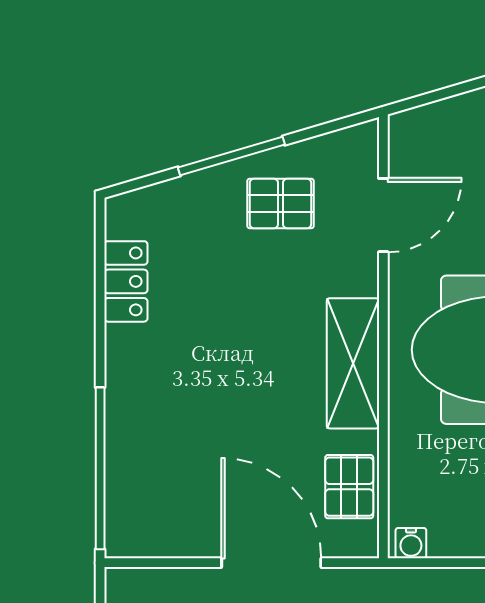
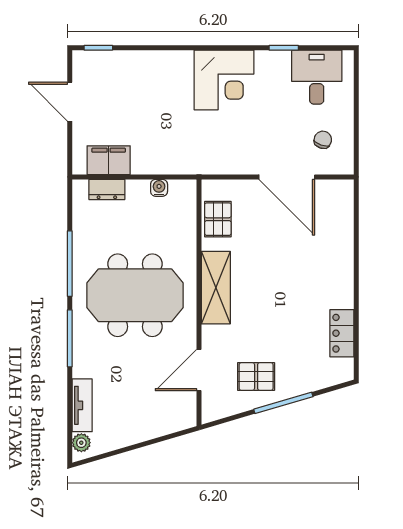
window: (100, 468) -> (356, 229), removed
water cooler: (411, 543) -> (159, 188), moved
door: (271, 563) -> (287, 177), moved

